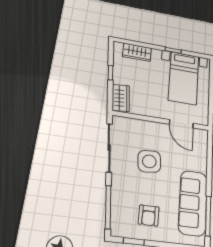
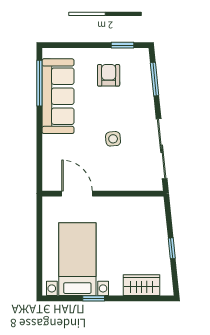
wardrobe: (121, 98) -> (155, 215), removed
side table: (149, 161) -> (113, 139), width x0.54, depth x0.54
window: (108, 207) -> (155, 79), width x0.69

